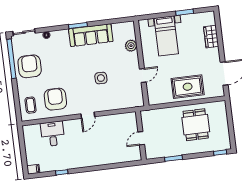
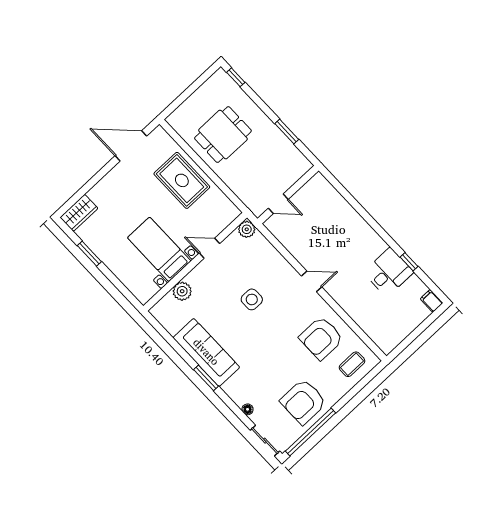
bed with nightstands: (166, 36) -> (159, 249), moved, turned -90
wardrobe: (211, 37) -> (79, 213), moved
plant: (139, 102) -> (247, 229), added
desk: (53, 134) -> (388, 272), moved, turned 180
door: (141, 138) -> (278, 204), moved

